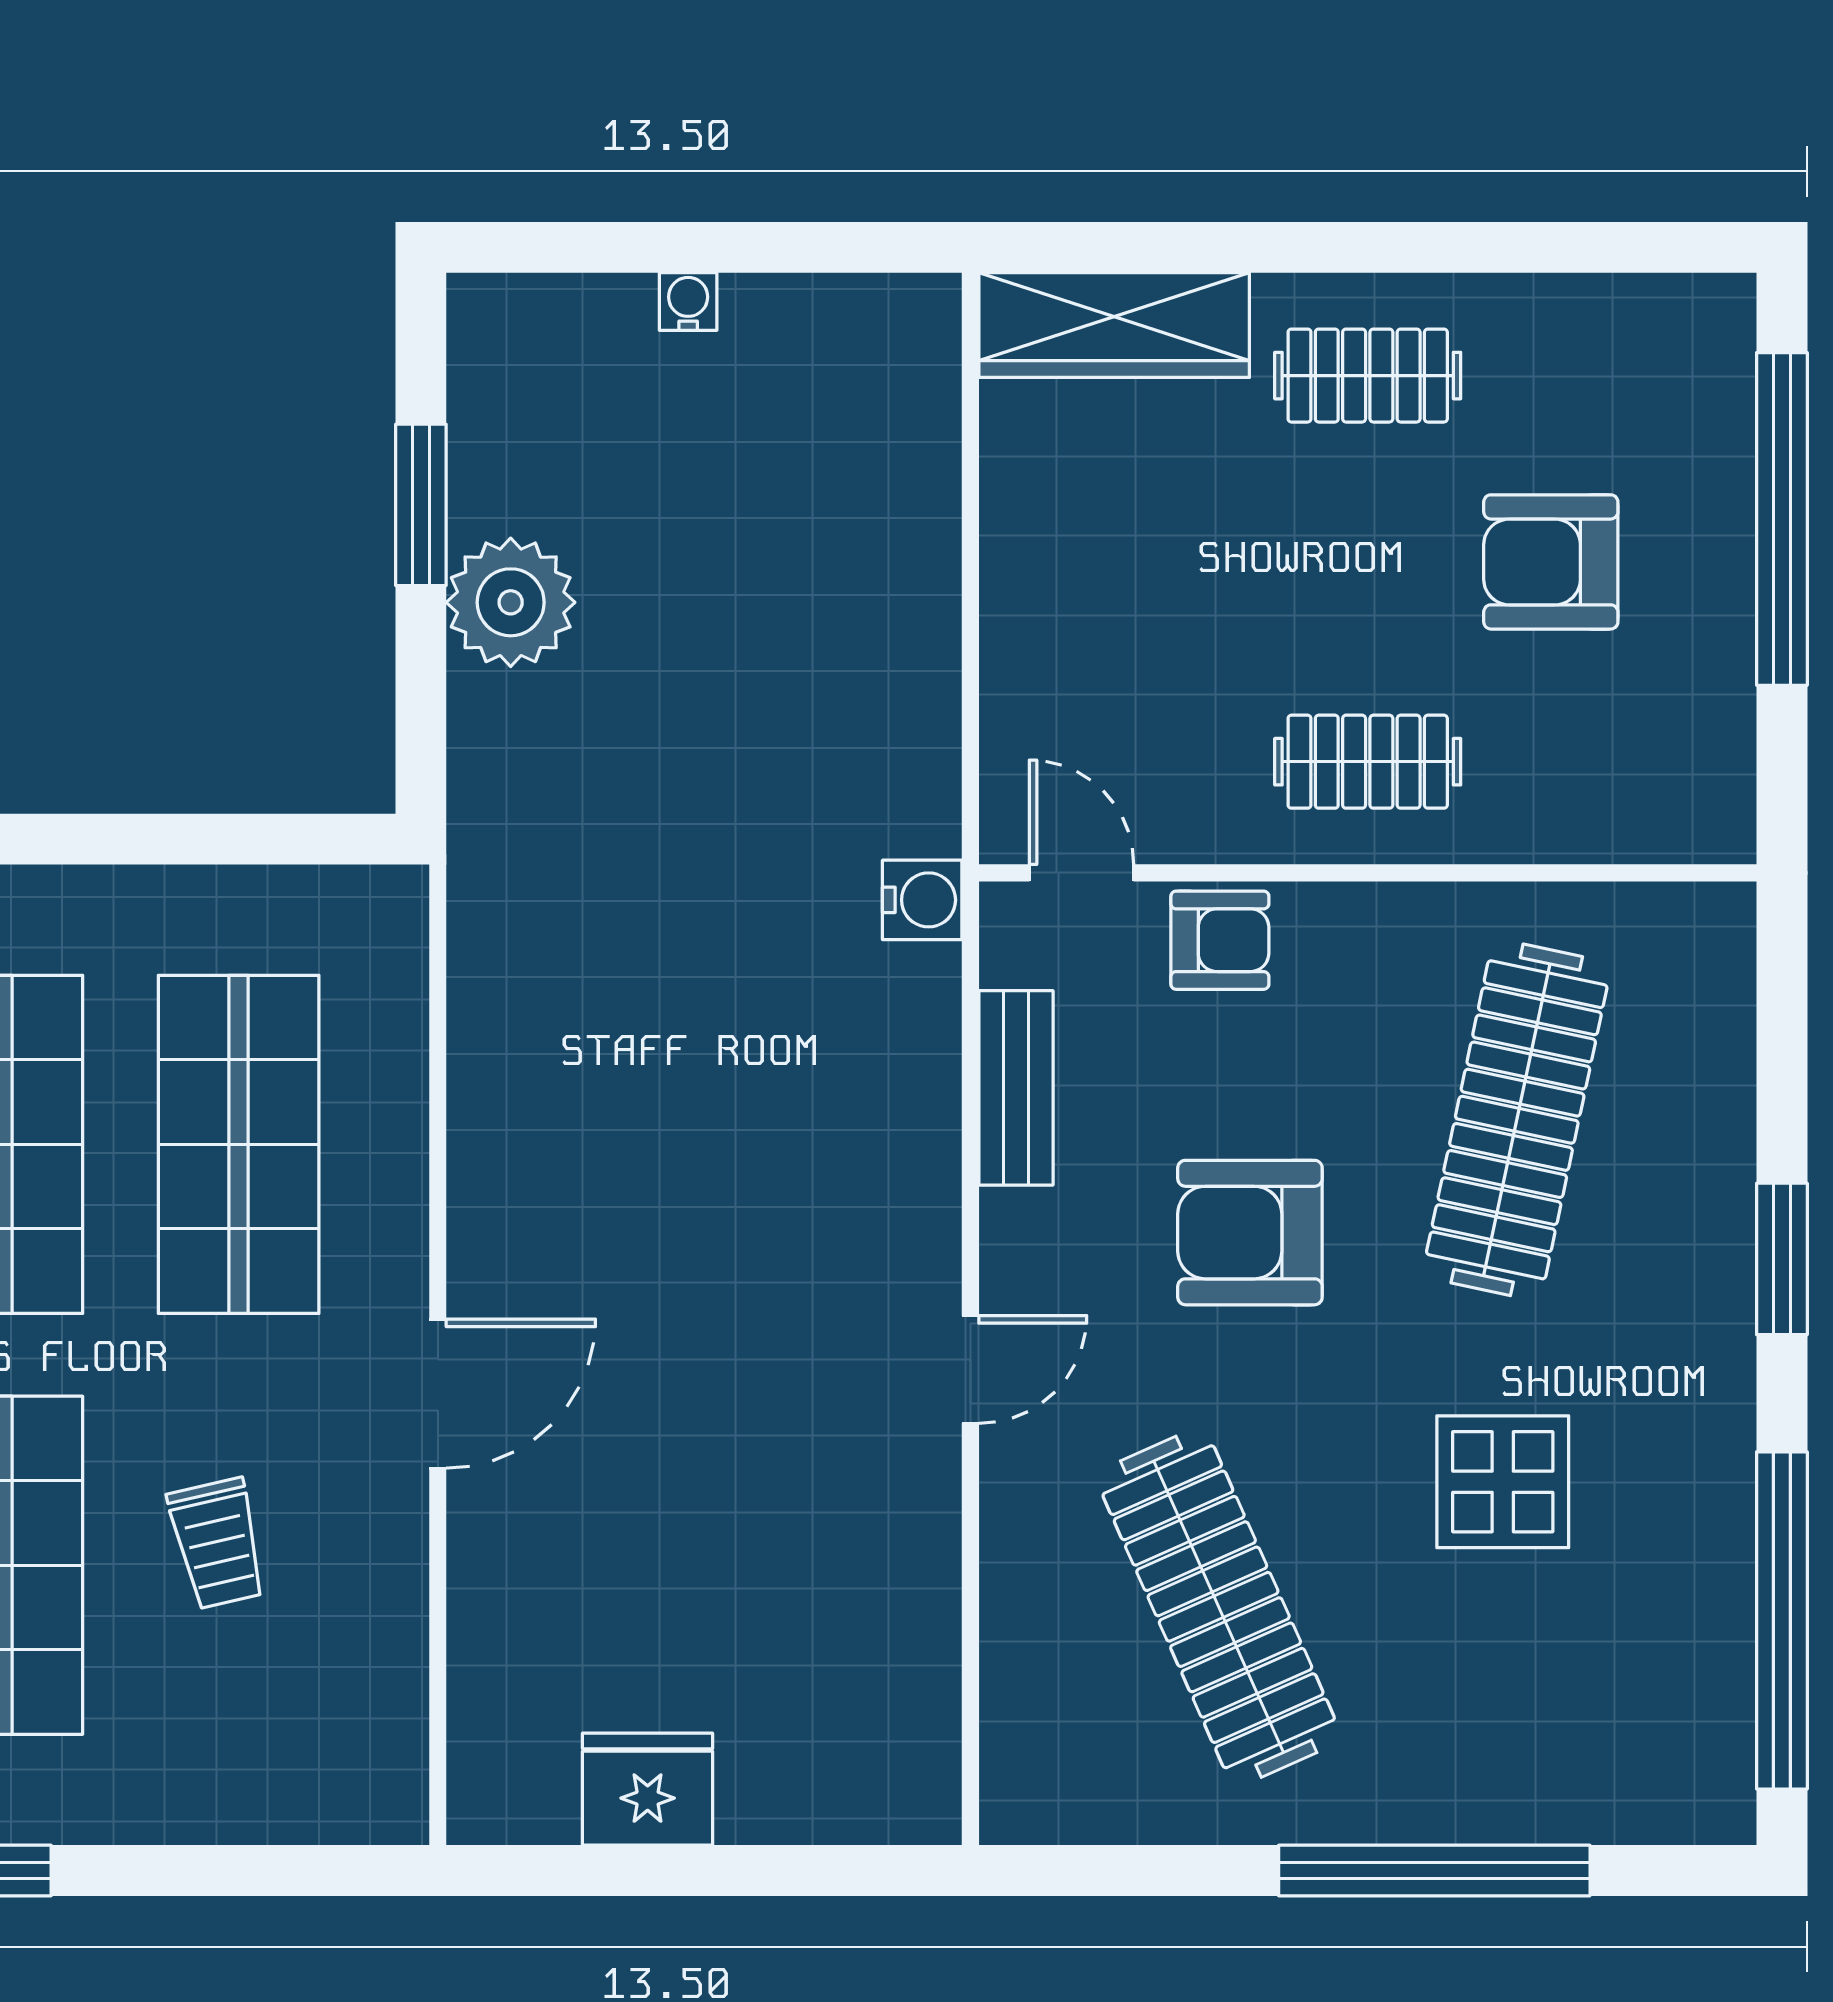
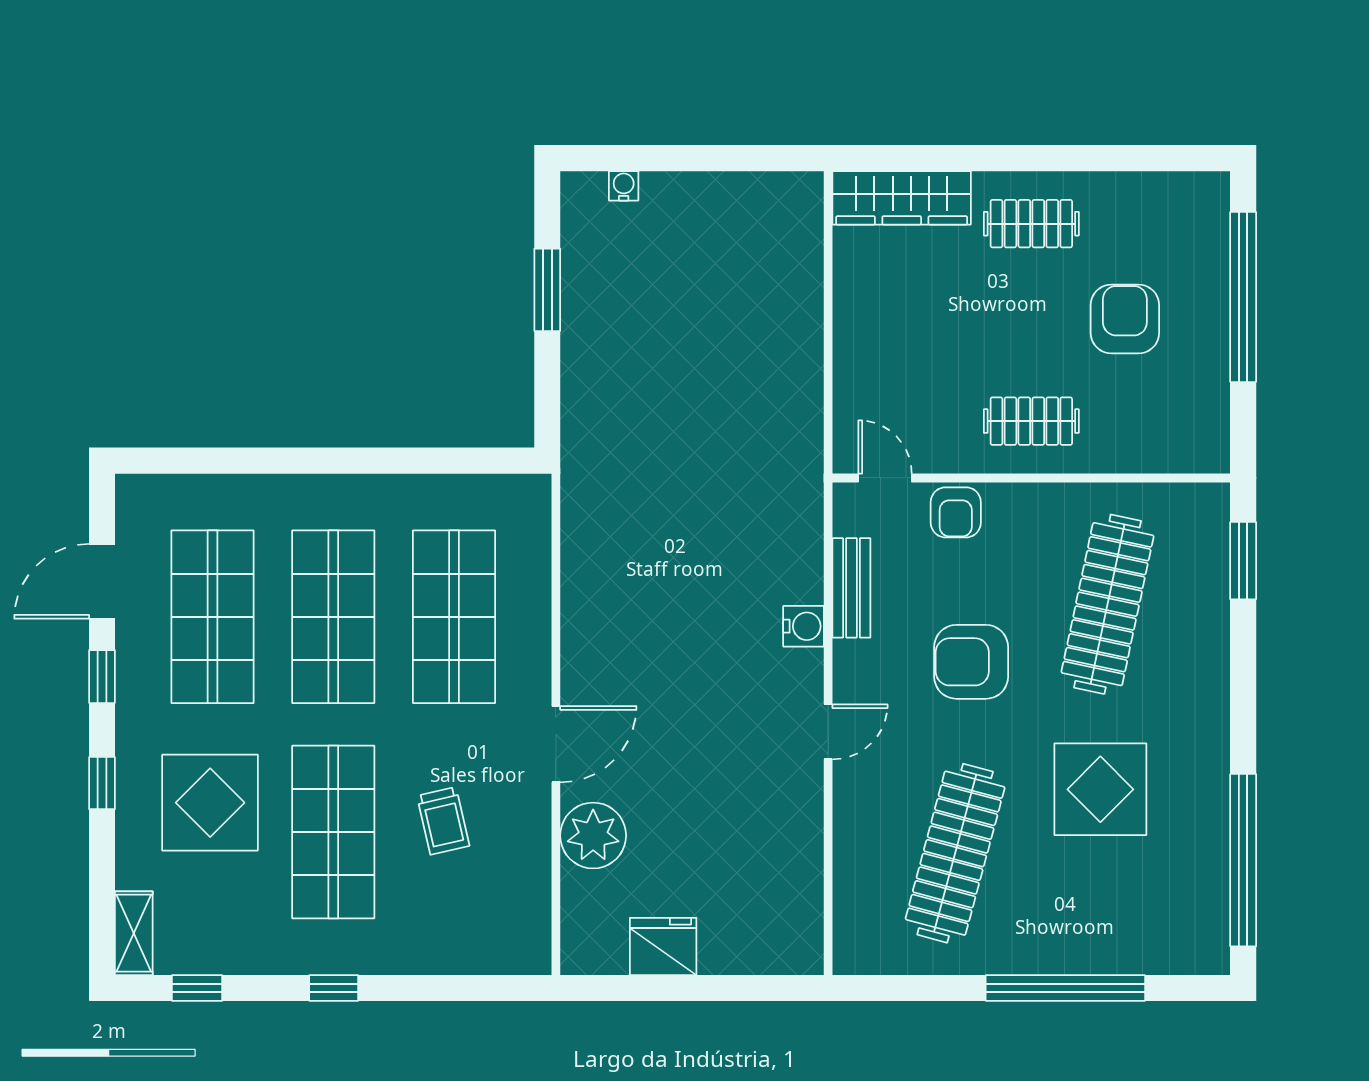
water cooler: (688, 301) -> (624, 186), moved
armchair: (1551, 562) -> (1125, 319), turned 90
plant: (511, 602) -> (593, 836), moved
water cooler: (922, 900) -> (804, 626), moved
armchair: (1220, 940) -> (956, 512), turned 90
window: (1782, 1259) -> (1243, 561), moved
display table: (1503, 1482) -> (1100, 789), width x1.36, depth x1.36
clothes rail: (1219, 1607) -> (955, 853), turned 39

